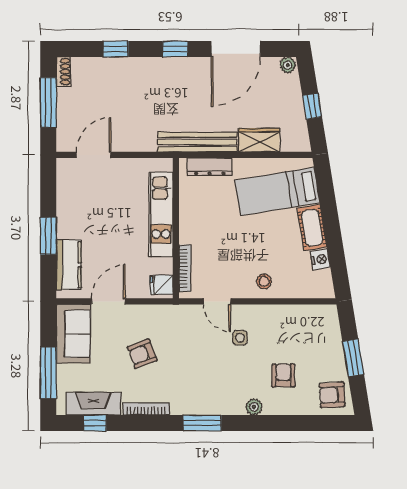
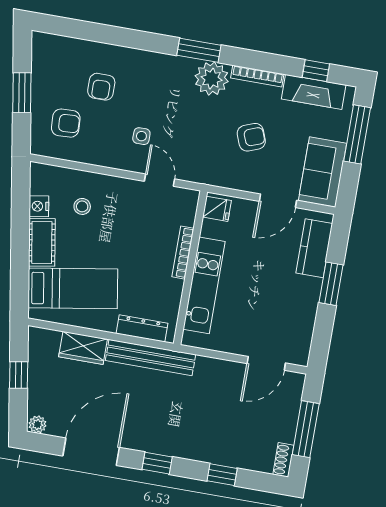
bookcase: (185, 268) -> (183, 253), moved
stool: (264, 281) -> (82, 206), moved
armchair: (332, 395) -> (66, 123), moved
plant: (254, 407) -> (212, 79), moved, width x1.88, depth x1.88

